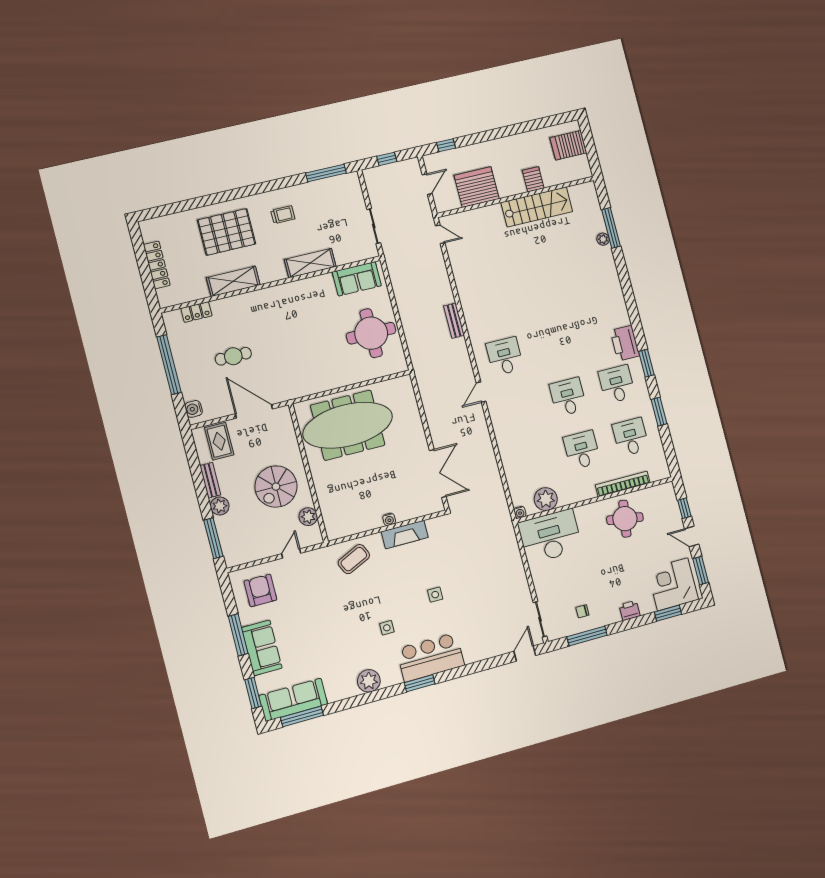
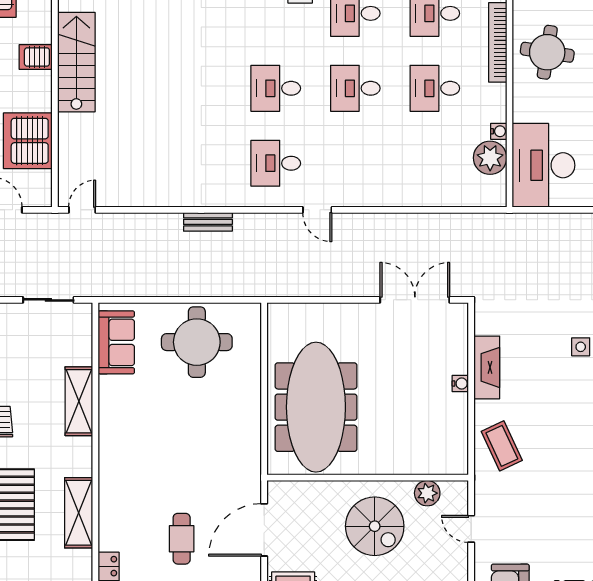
desk: (554, 344) -> (276, 88), added
water cooler: (520, 512) -> (499, 131), moved

